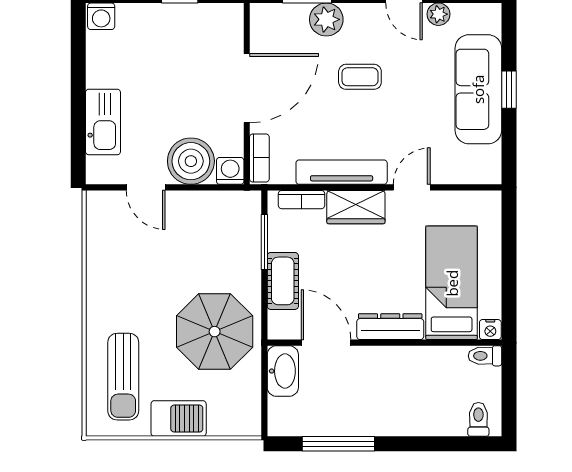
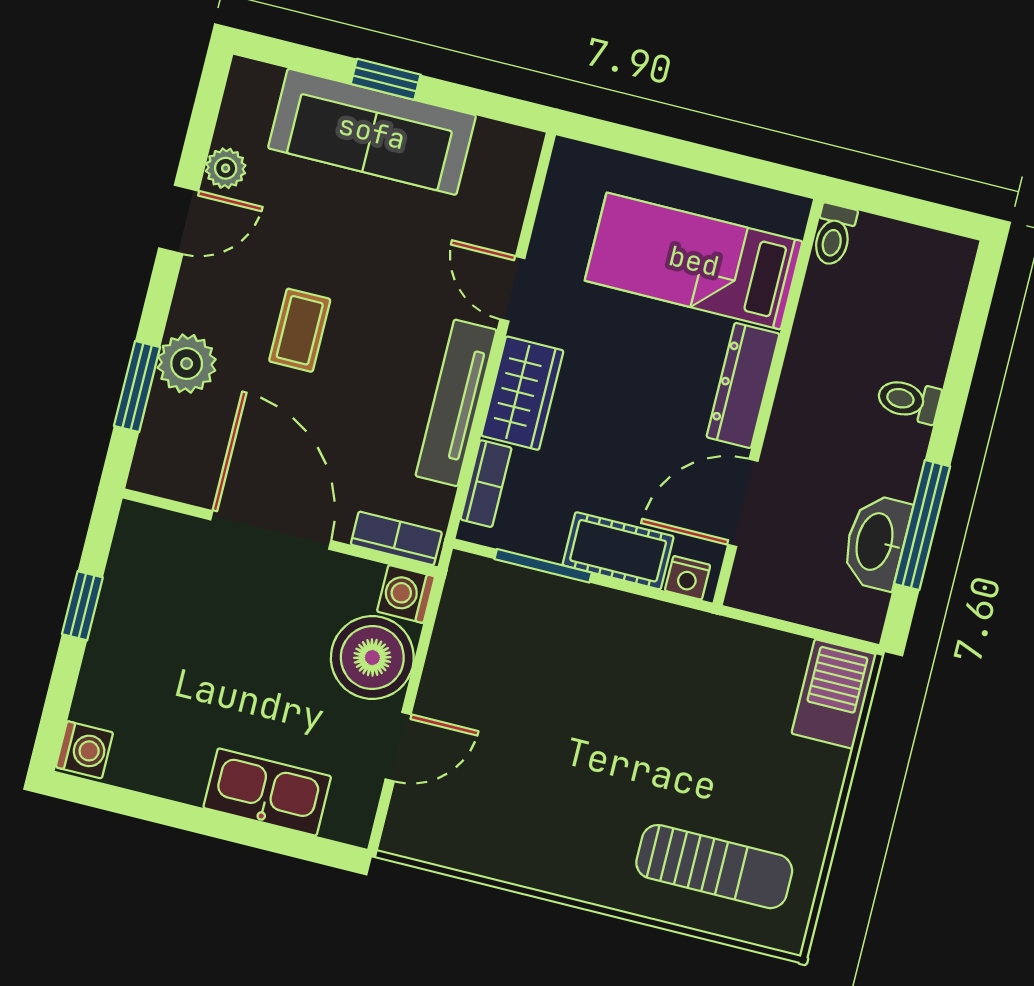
nightstand: (490, 330) -> (688, 578), moved, turned 90
parasol: (215, 332) -> (676, 690), removed
washbasin: (283, 371) -> (876, 542), moved, turned -90
barbecue: (179, 419) -> (834, 694), moved
toilet: (478, 419) -> (909, 400), moved

